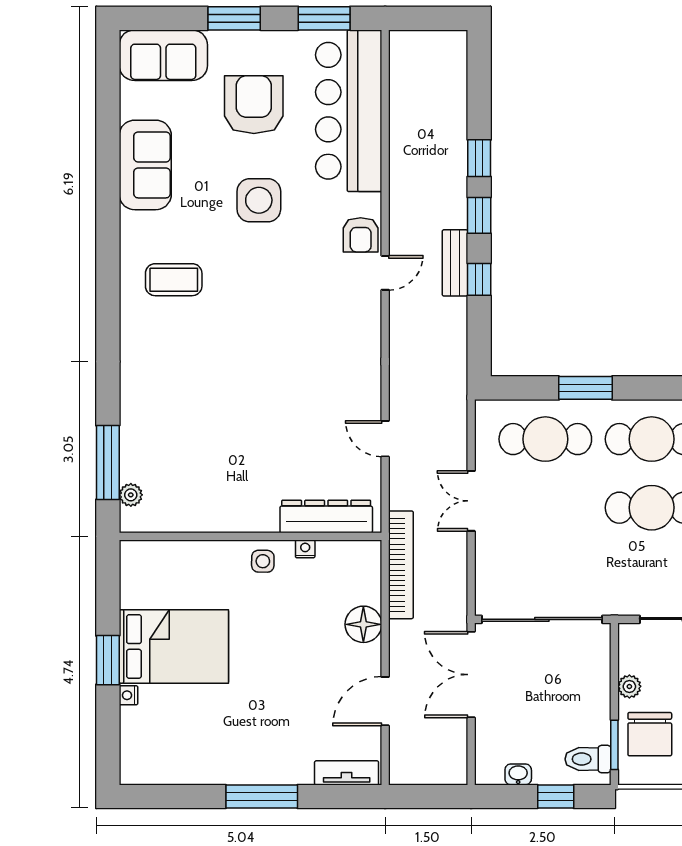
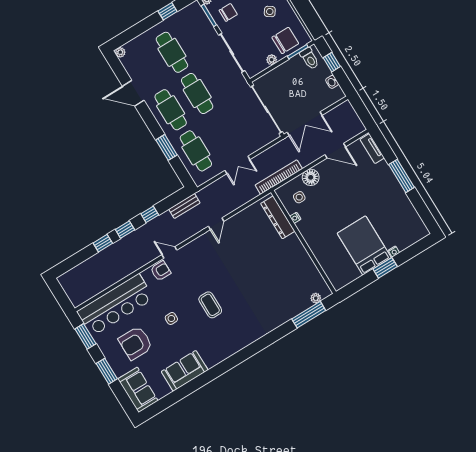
side table: (259, 200) -> (171, 318), width x0.54, depth x0.54
bench: (455, 263) -> (184, 206), moved
coffee table: (174, 280) -> (210, 305), moved
door: (385, 439) -> (216, 224), moved
side table: (263, 561) -> (299, 197), moved

